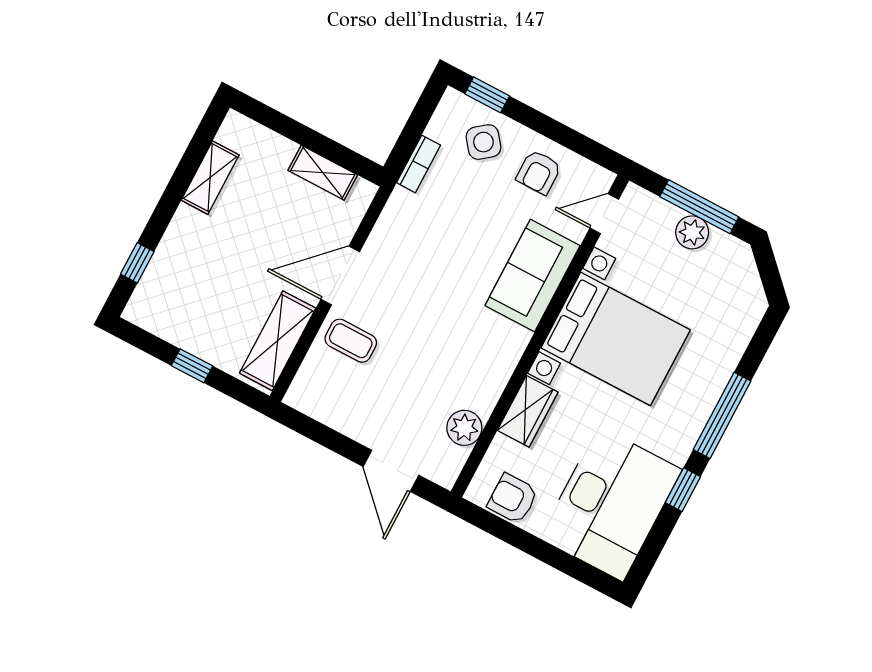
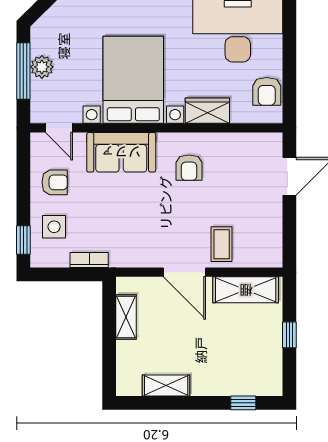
side table: (483, 142) -> (54, 227), turned 38
armchair: (468, 351) -> (189, 168), added
plant: (464, 428) -> (238, 145), removed

